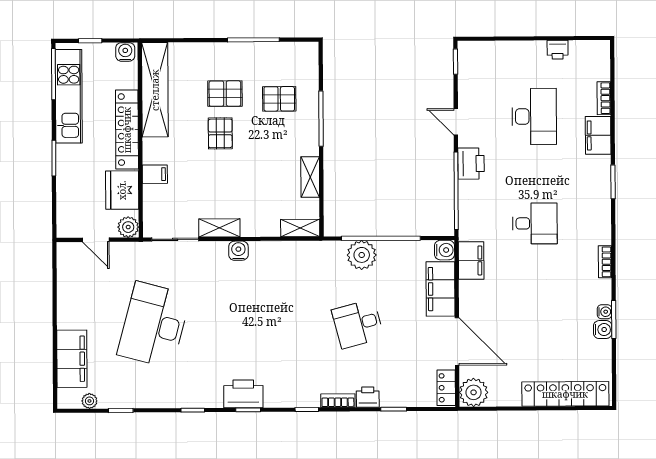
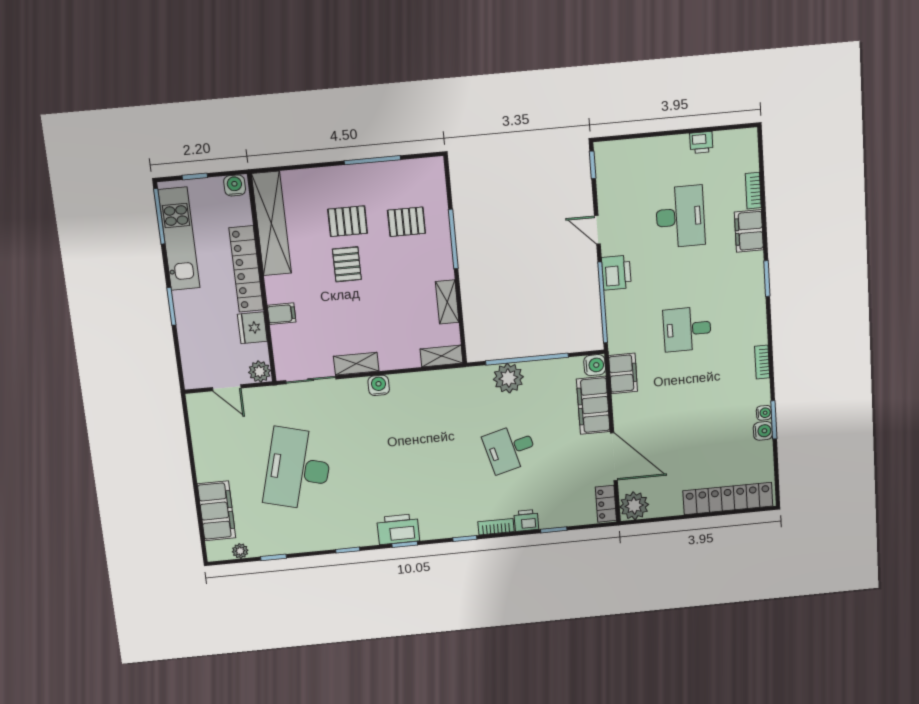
fridge: (122, 190) -> (252, 328), width x0.73, depth x0.75
desk: (535, 223) -> (687, 329), turned 180

